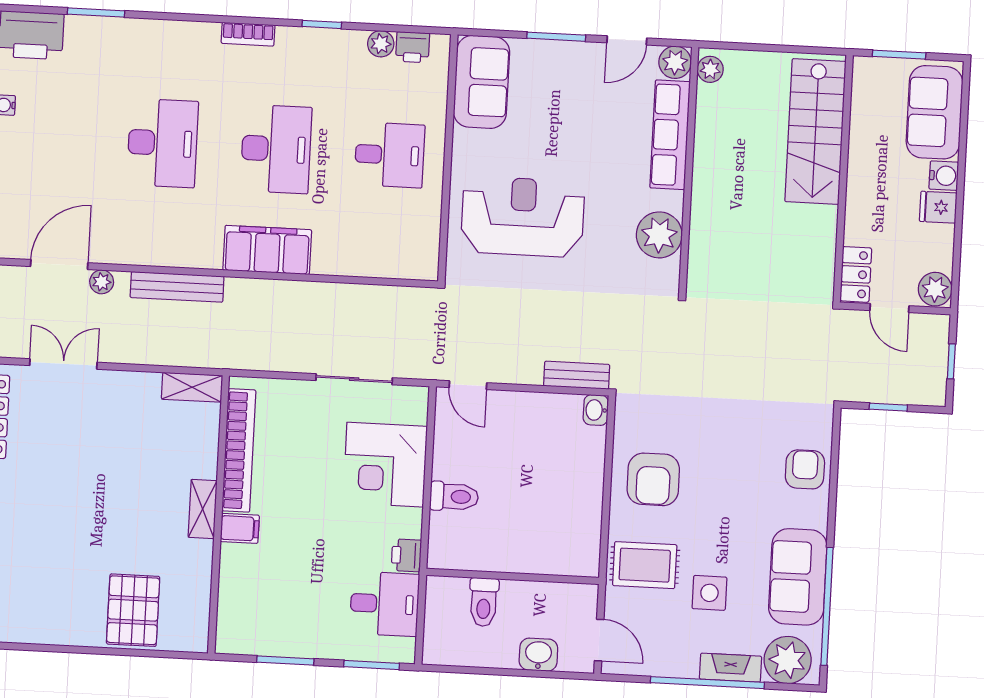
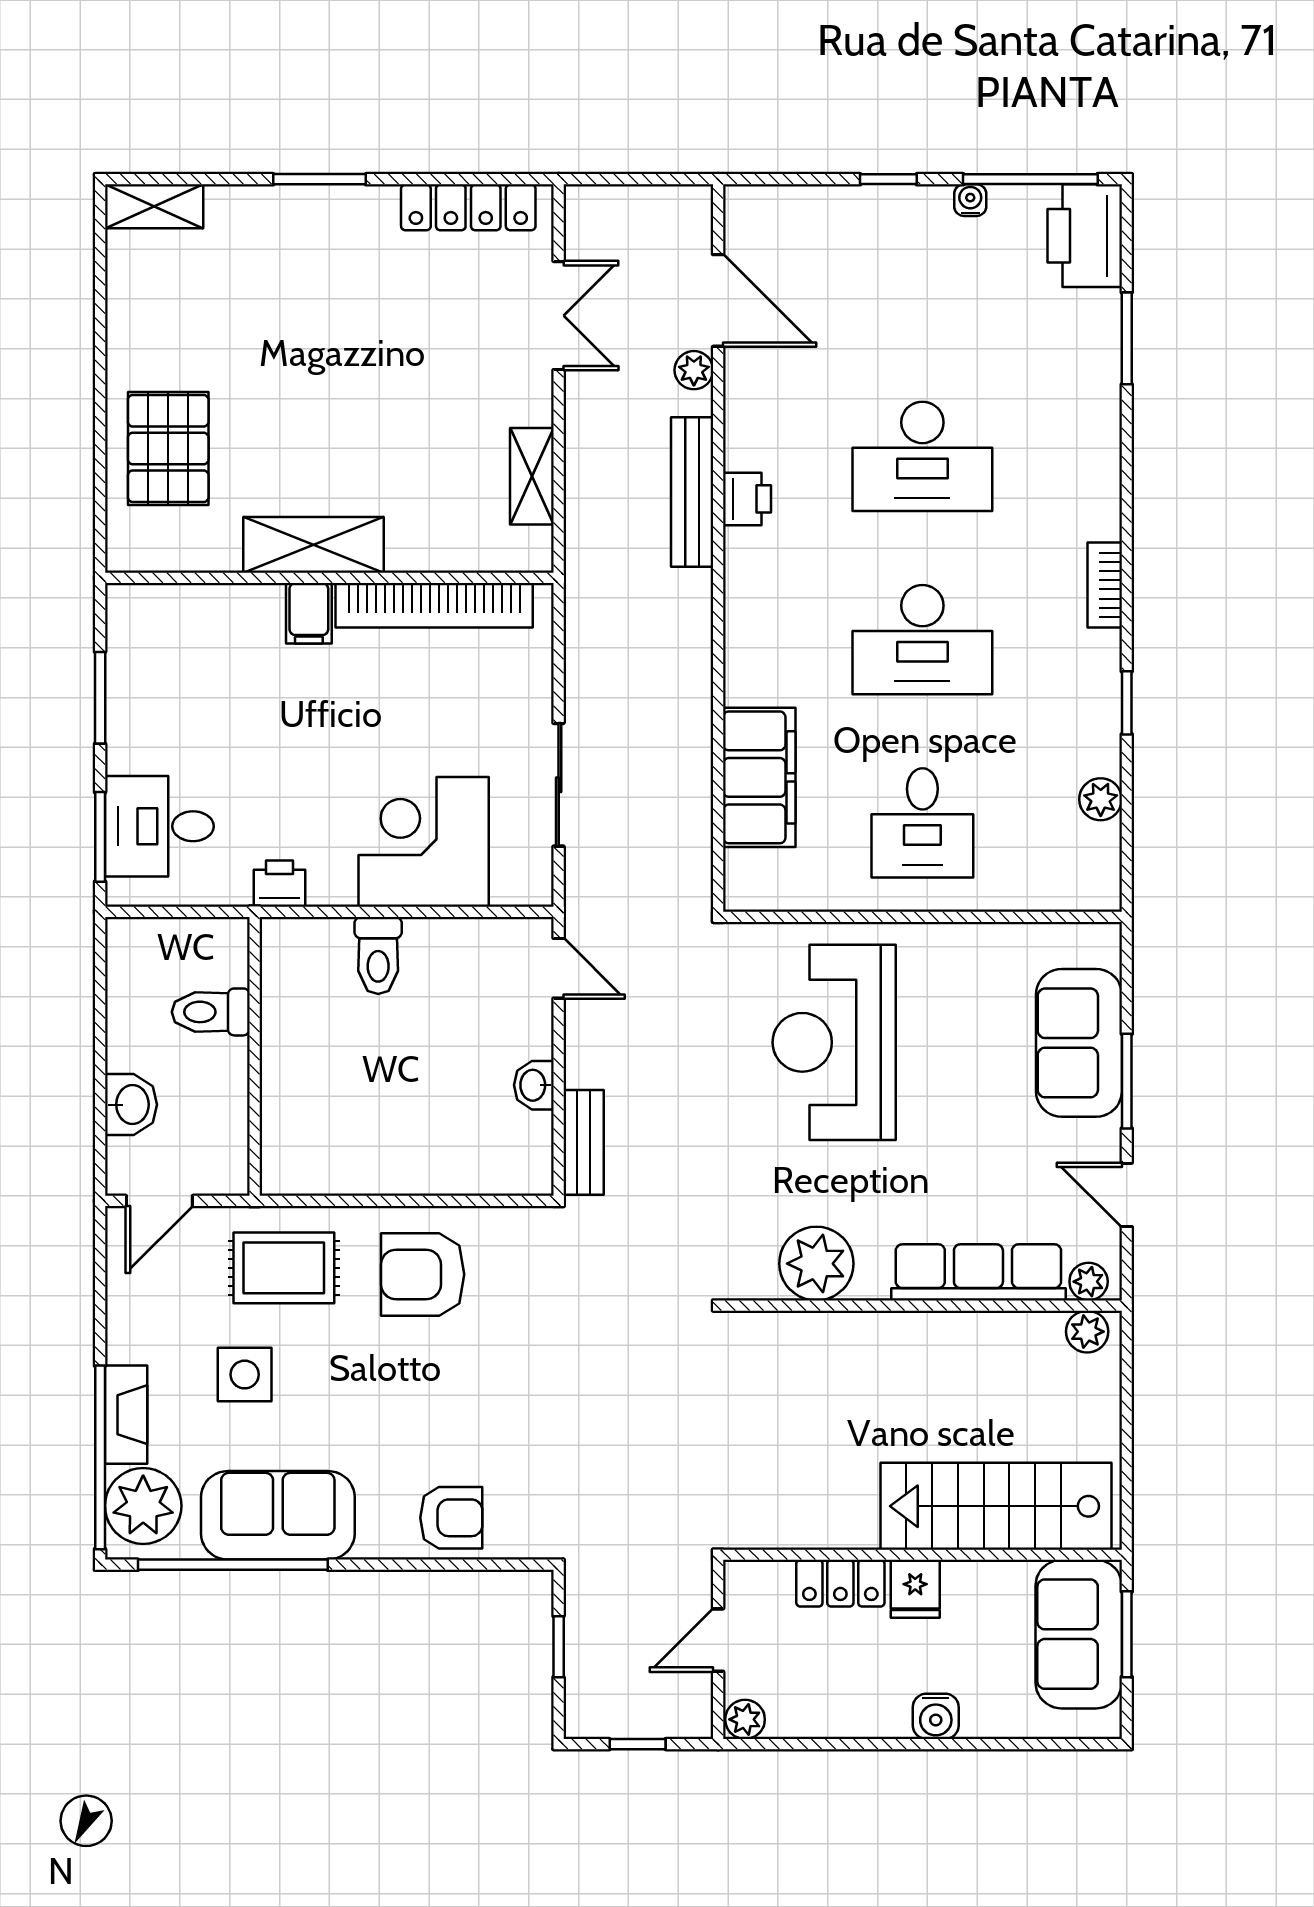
printer: (413, 47) -> (747, 499), moved, turned 180
plant: (675, 62) -> (1089, 1282), width x0.73, depth x0.73
sofa: (482, 82) -> (1079, 1043), moved, turned 90
sofa: (934, 112) -> (1079, 1634), moved, turned -90
fridge: (938, 207) -> (915, 1589), moved, turned 180
reception desk: (523, 217) -> (834, 1042), turned 180
filing cabinet: (267, 250) -> (759, 777), moved
locker: (856, 274) -> (840, 1583), moved
plant: (935, 289) -> (745, 1719), width x0.73, depth x0.73
door: (468, 385) -> (559, 968), swing flipped
shelving: (192, 387) -> (532, 476), moved
washbasin: (596, 410) -> (534, 1085), moved, turned -90
shelving: (203, 509) -> (313, 545), width x1.50, depth x1.33
rug: (645, 565) -> (284, 1268), turned 90
desk: (385, 604) -> (159, 826), moved, turned 90
pallet: (133, 610) -> (168, 448), turned 90
window: (707, 683) -> (100, 1457), moved

